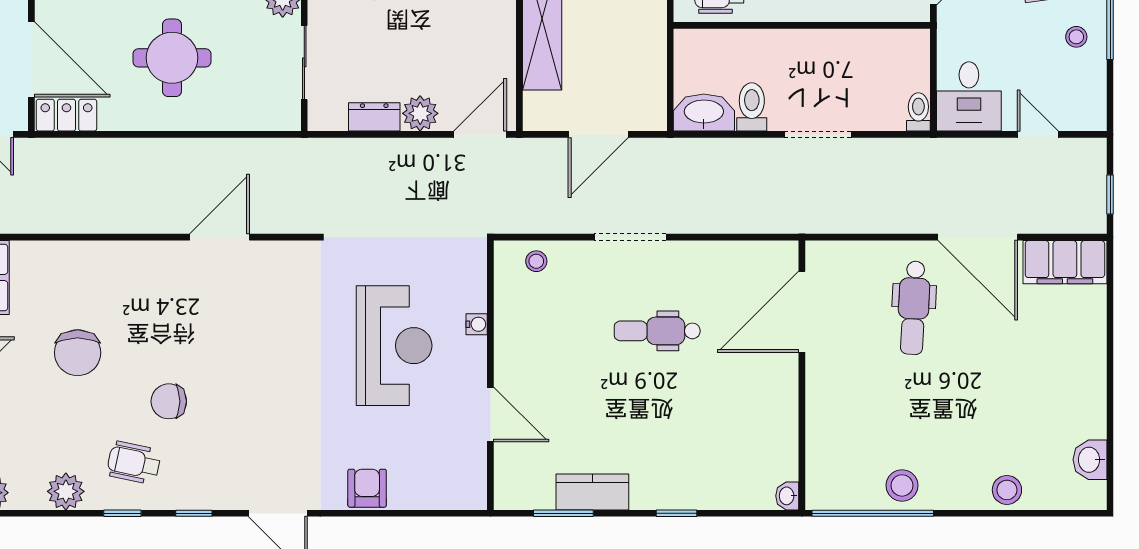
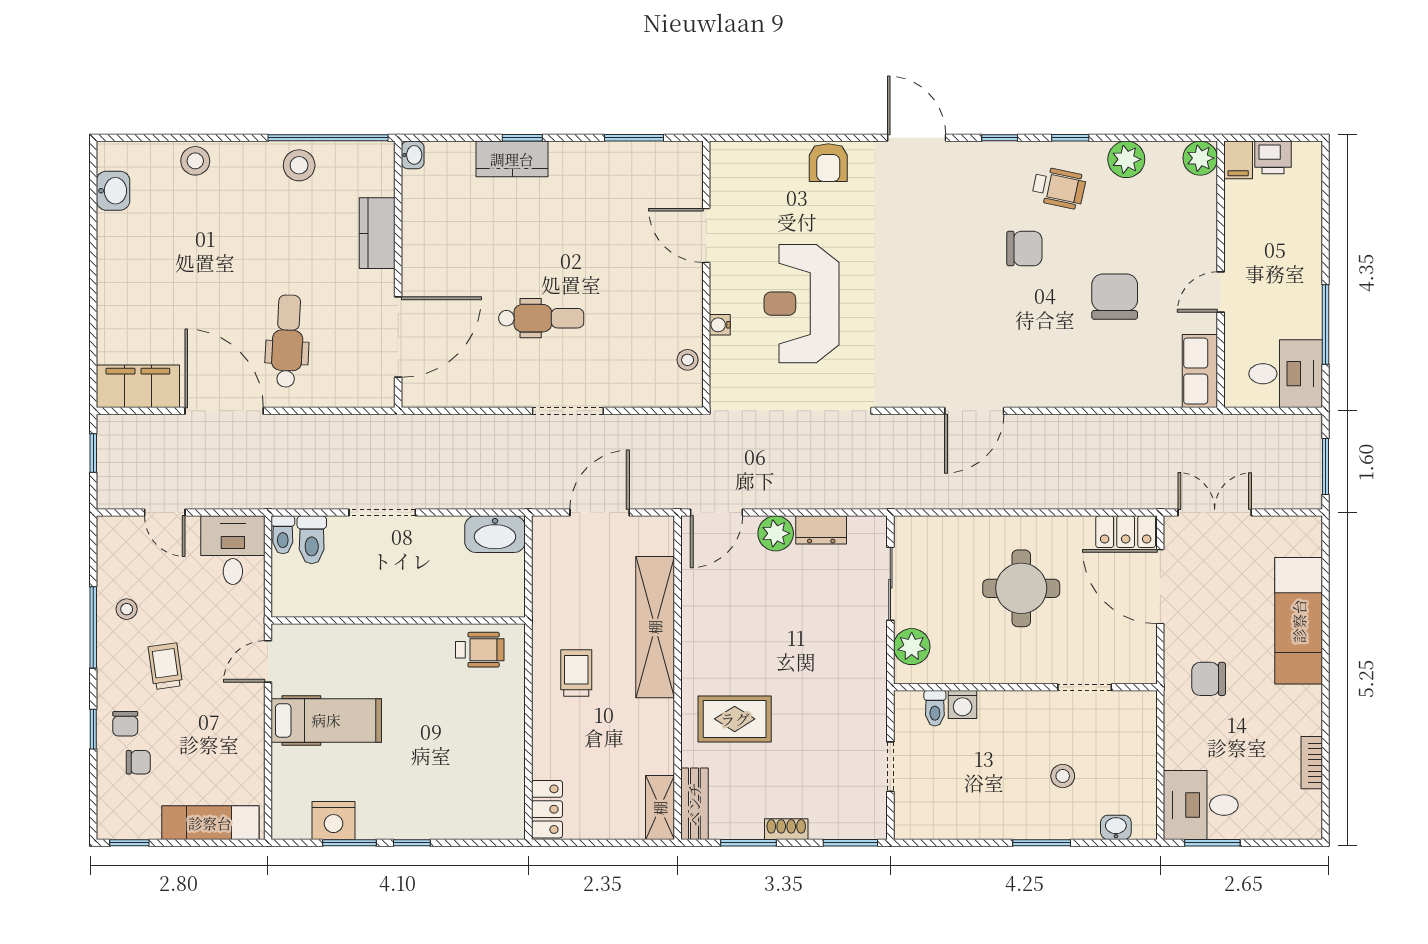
toilet: (752, 107) -> (312, 540), moved
stool: (536, 261) -> (688, 360), moved
kitchen counter: (823, 417) -> (377, 233), added
kitchen counter: (592, 492) -> (512, 159), moved

